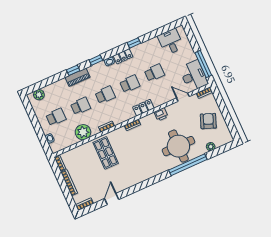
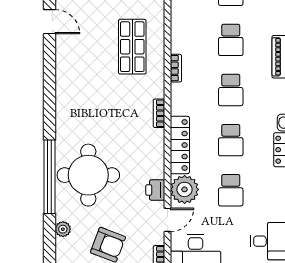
locker: (143, 108) -> (180, 145), width x1.53
printer: (161, 114) -> (155, 190), moved
plant: (83, 132) -> (185, 189), moved
shop shelf: (106, 153) -> (132, 47), turned 90

